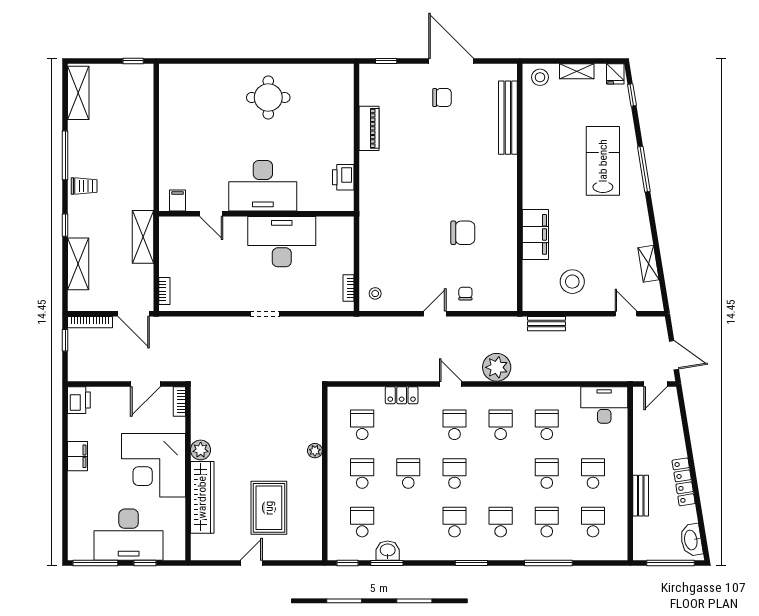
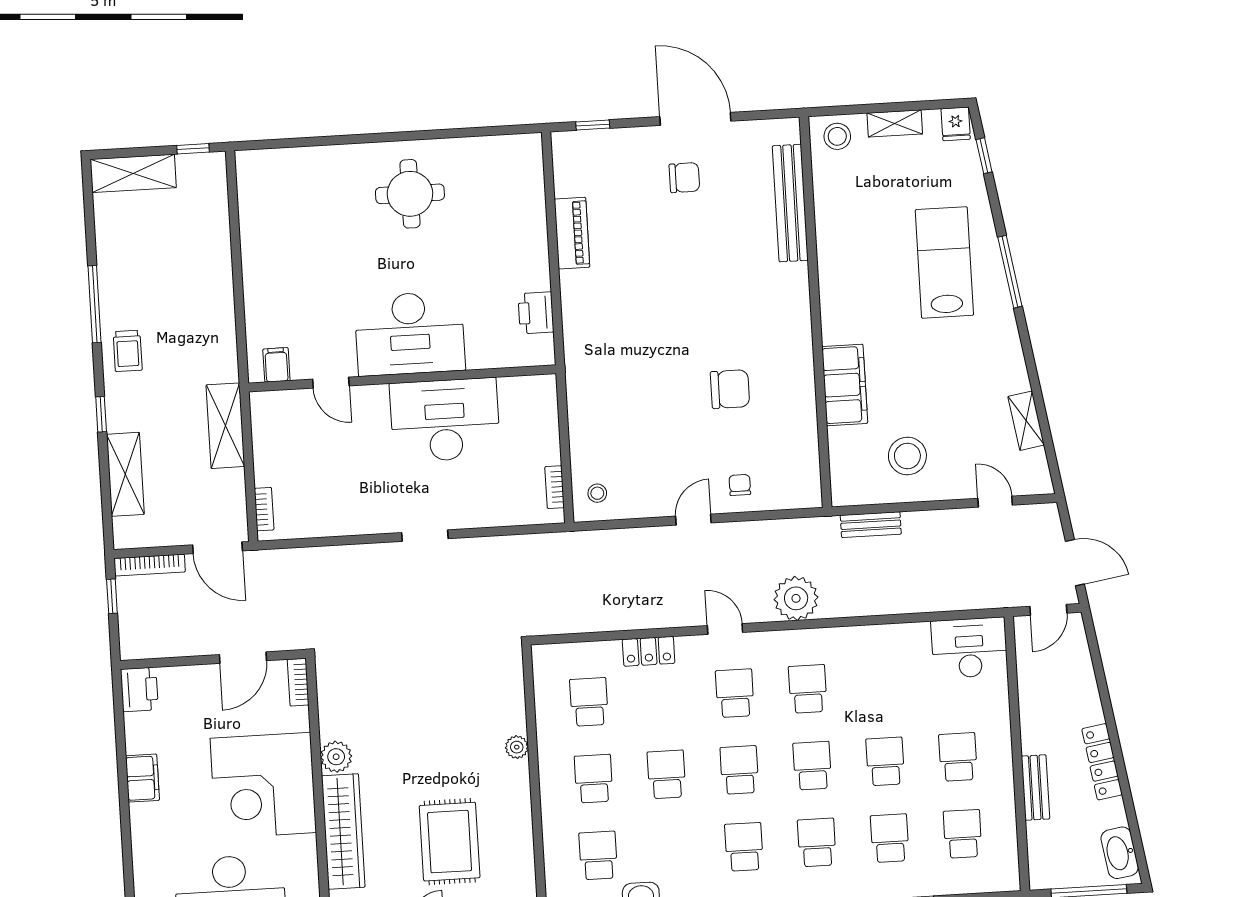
shelving: (78, 93) -> (133, 173), moved, turned 90
trolley: (84, 186) -> (128, 351), turned 90
school desk: (547, 425) -> (812, 766), moved

